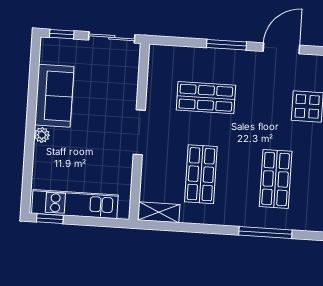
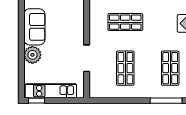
doorway: (139, 132) -> (87, 58), moved
plant: (42, 135) -> (32, 55), width x1.88, depth x1.88
shelving: (159, 212) -> (101, 93), removed

